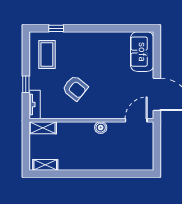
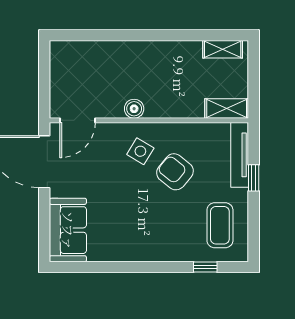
side table: (97, 101) -> (140, 151), added
tv unit: (35, 105) -> (240, 155), width x1.41

